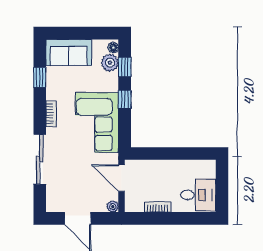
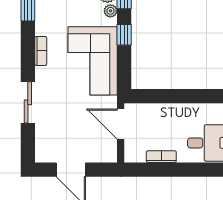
sliding door: (40, 159) -> (28, 102), width x0.73
plant: (113, 206) -> (110, 11), moved

